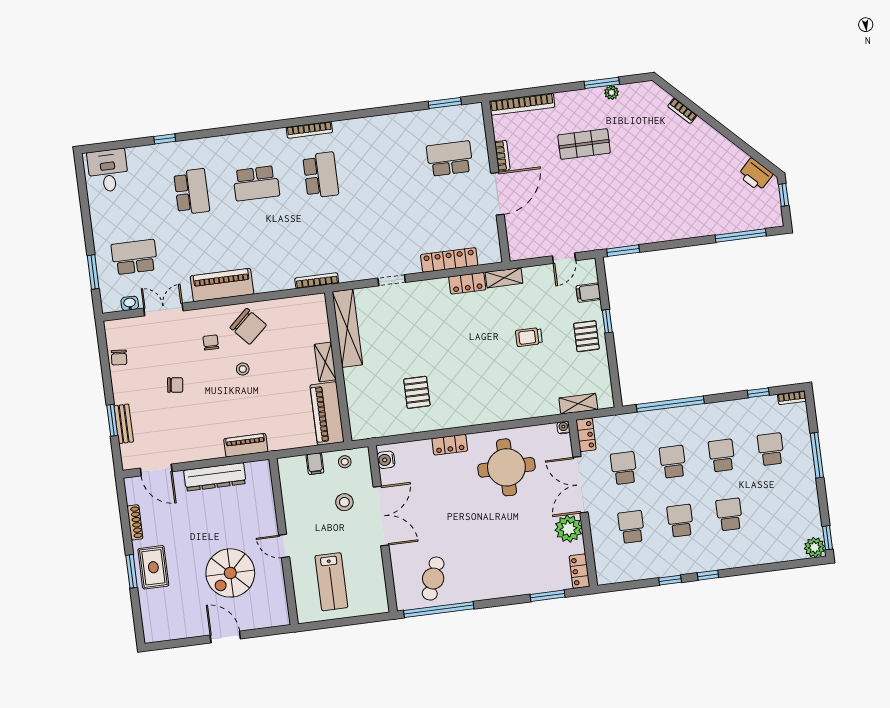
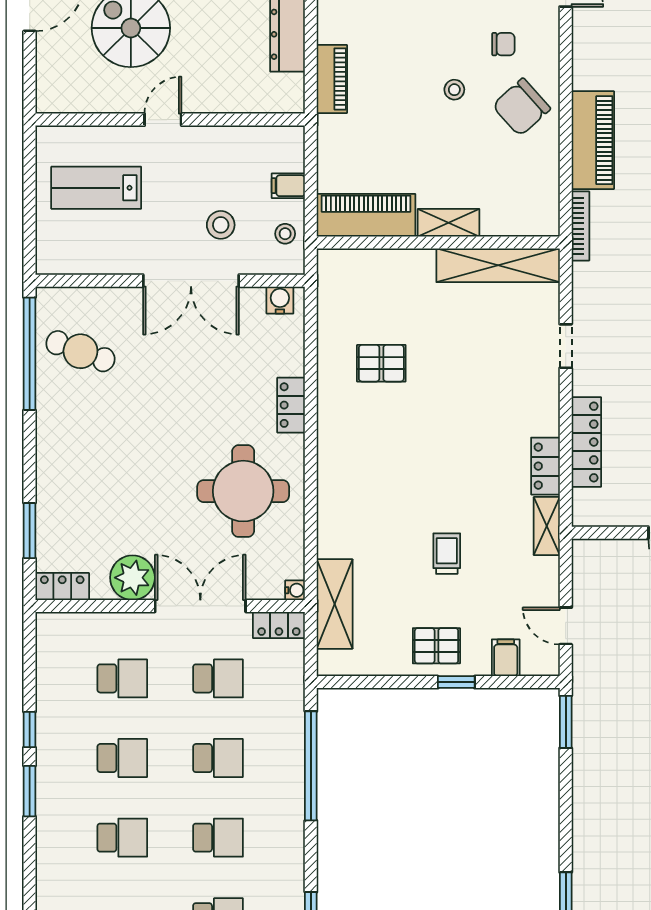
piano: (222, 285) -> (593, 140), moved
shelving: (578, 404) -> (335, 604), width x1.50, depth x1.33
window: (708, 575) -> (30, 791), width x1.50

